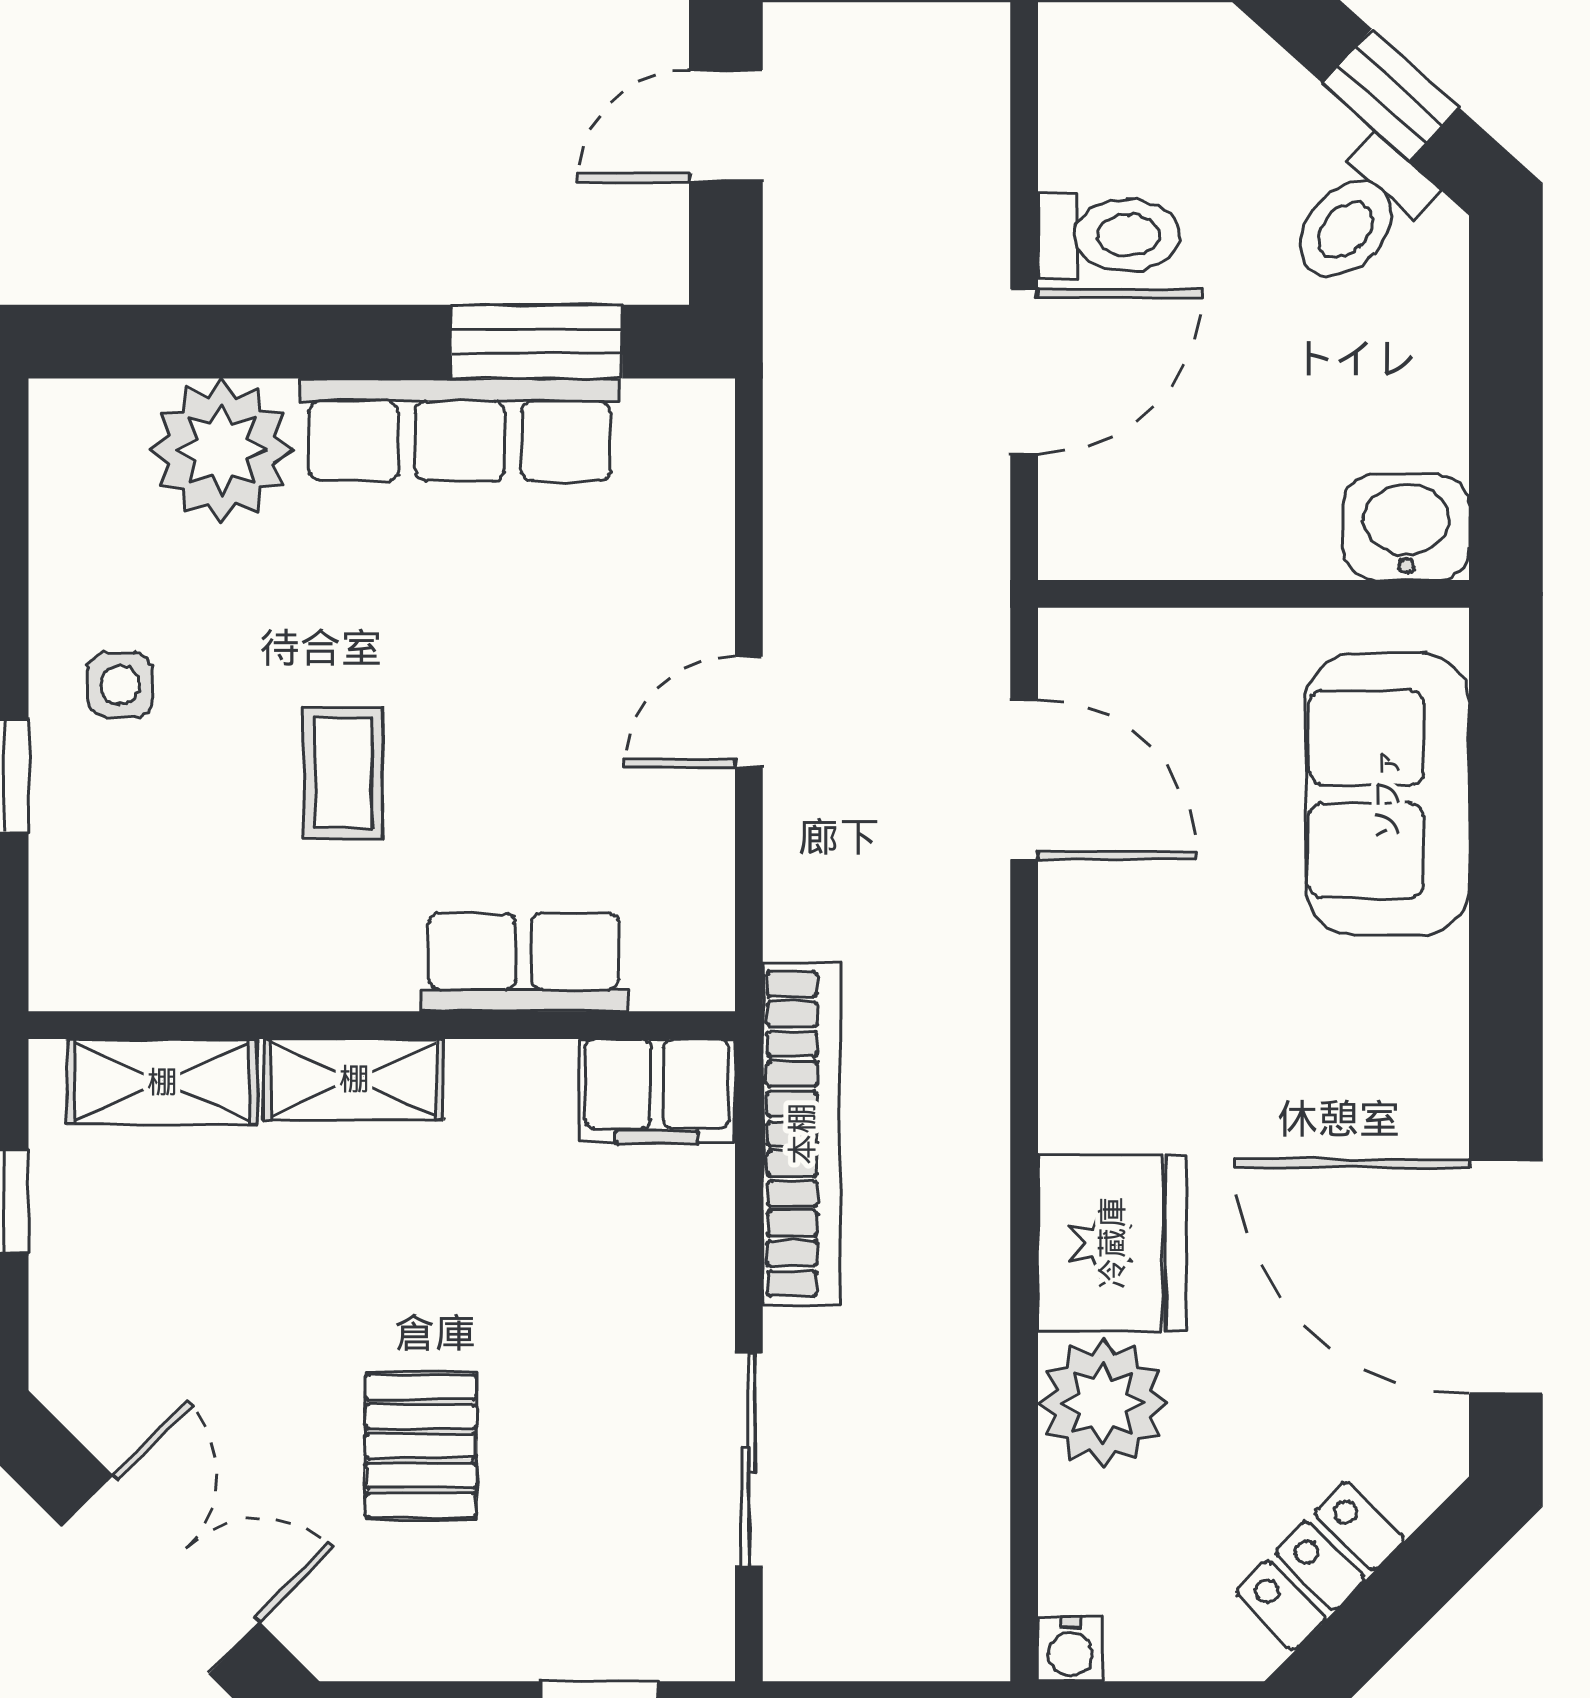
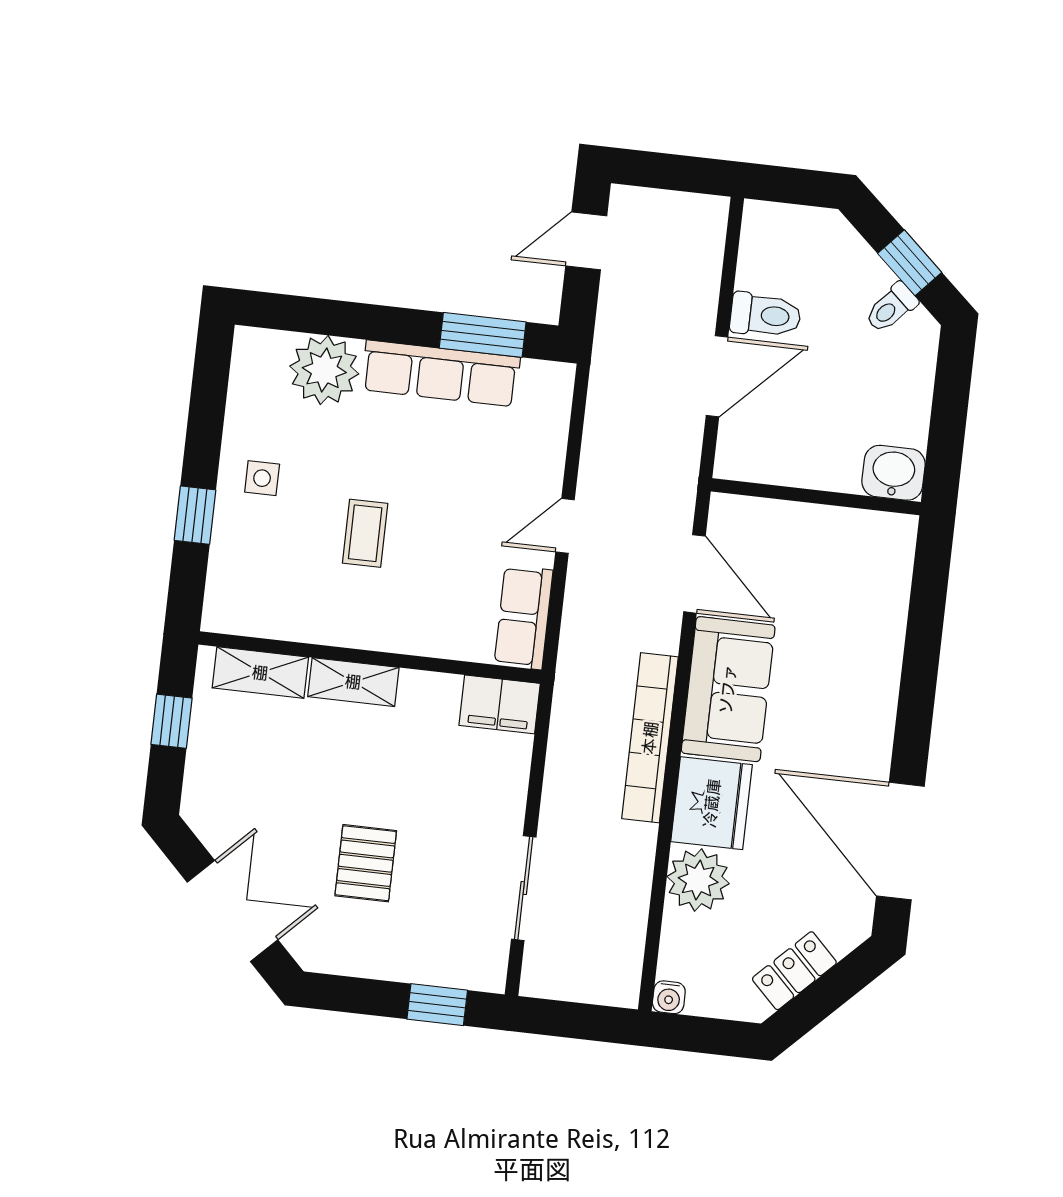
toilet: (1359, 215) -> (891, 308), width x0.73, depth x0.72
sofa: (1387, 794) -> (728, 689), moved, turned 180
row of seats: (524, 962) -> (524, 617), moved, turned -90
bookcase: (802, 1134) -> (650, 738), moved, turned 180

